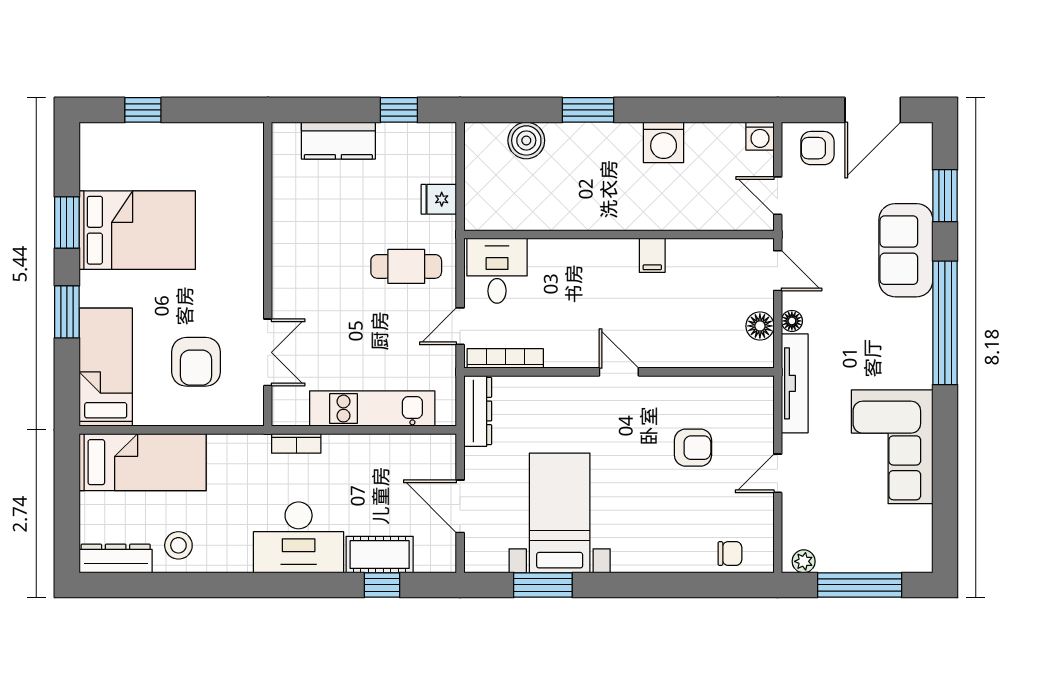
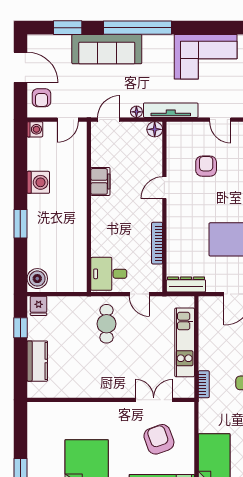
boiler: (526, 140) -> (37, 279), moved
fridge: (439, 199) -> (39, 306), moved
sofa: (906, 250) -> (107, 49), width x1.36
filing cabinet: (652, 255) -> (100, 181), width x2.00
floor lamp: (760, 326) -> (155, 129), moved
bookcase: (505, 358) -> (157, 243), moved
armchair: (196, 362) -> (159, 439), turned -110
door: (619, 372) -> (164, 188), moved

